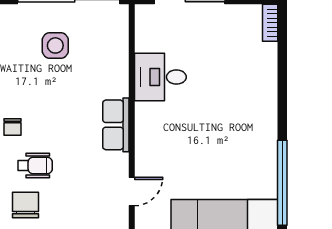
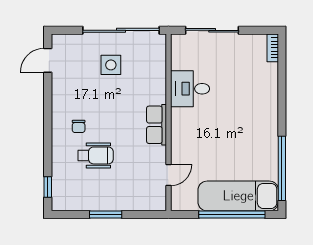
wheelchair: (35, 166) -> (96, 155), width x1.36, depth x1.37
chair: (25, 205) -> (88, 185), removed

